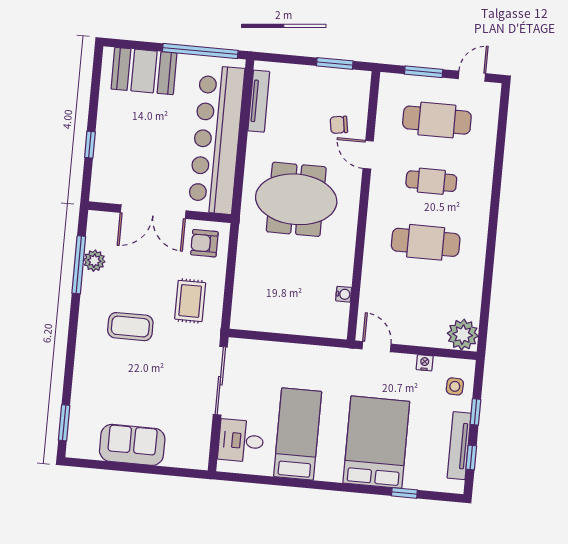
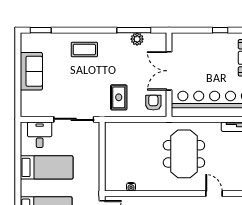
chair: (339, 125) -> (230, 175), removed
window: (90, 145) -> (220, 30), moved
door: (368, 155) -> (214, 194), hinge flipped
rug: (190, 301) -> (119, 97), turned 90
coffee table: (130, 327) -> (84, 49), moved, turned 90

